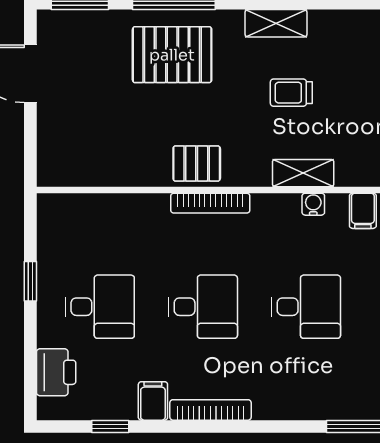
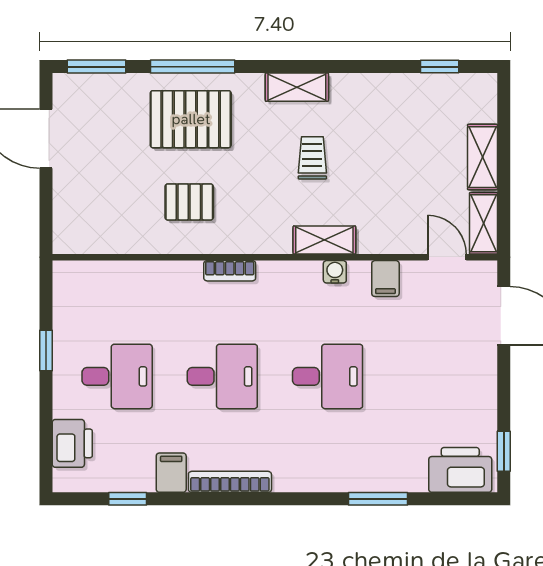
trolley: (291, 93) -> (312, 158), turned 90
pallet: (197, 163) -> (189, 202), moved
bookcase: (210, 203) -> (230, 271), width x0.64

